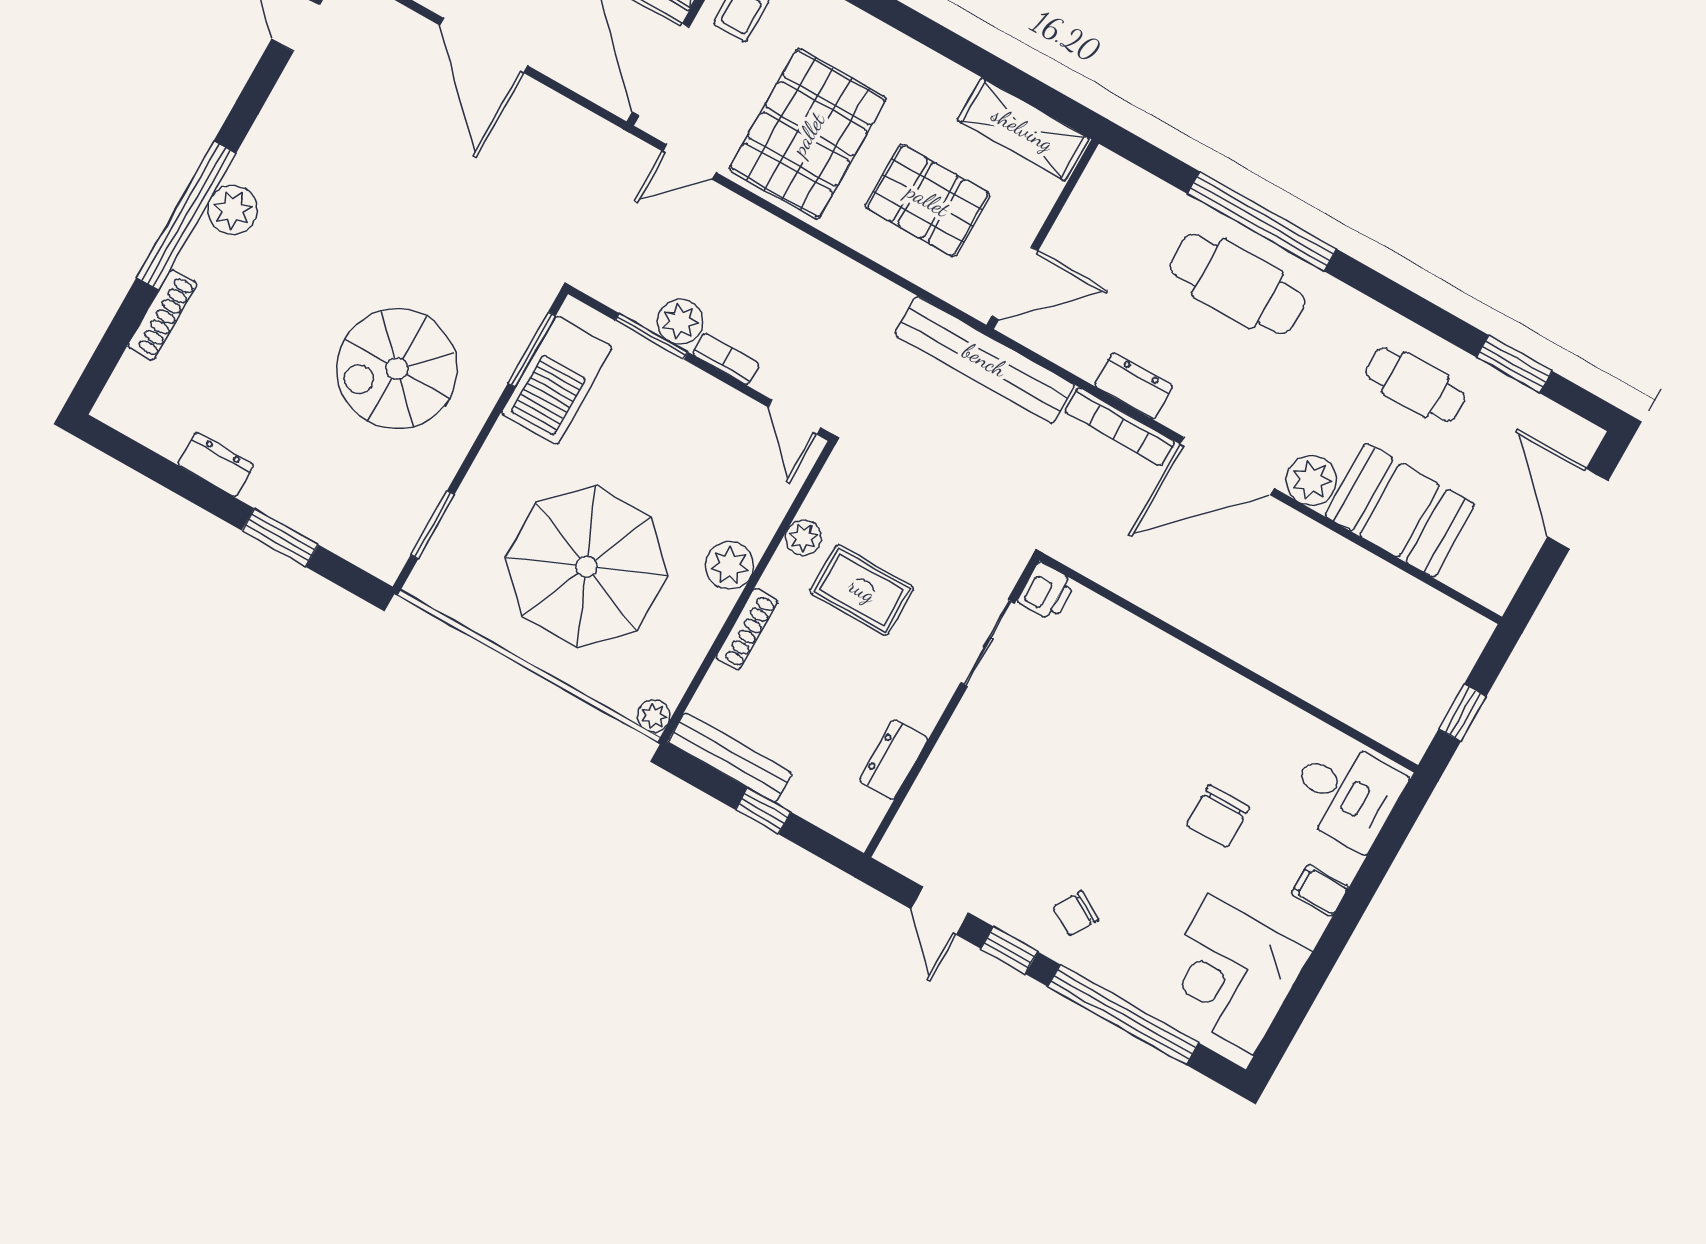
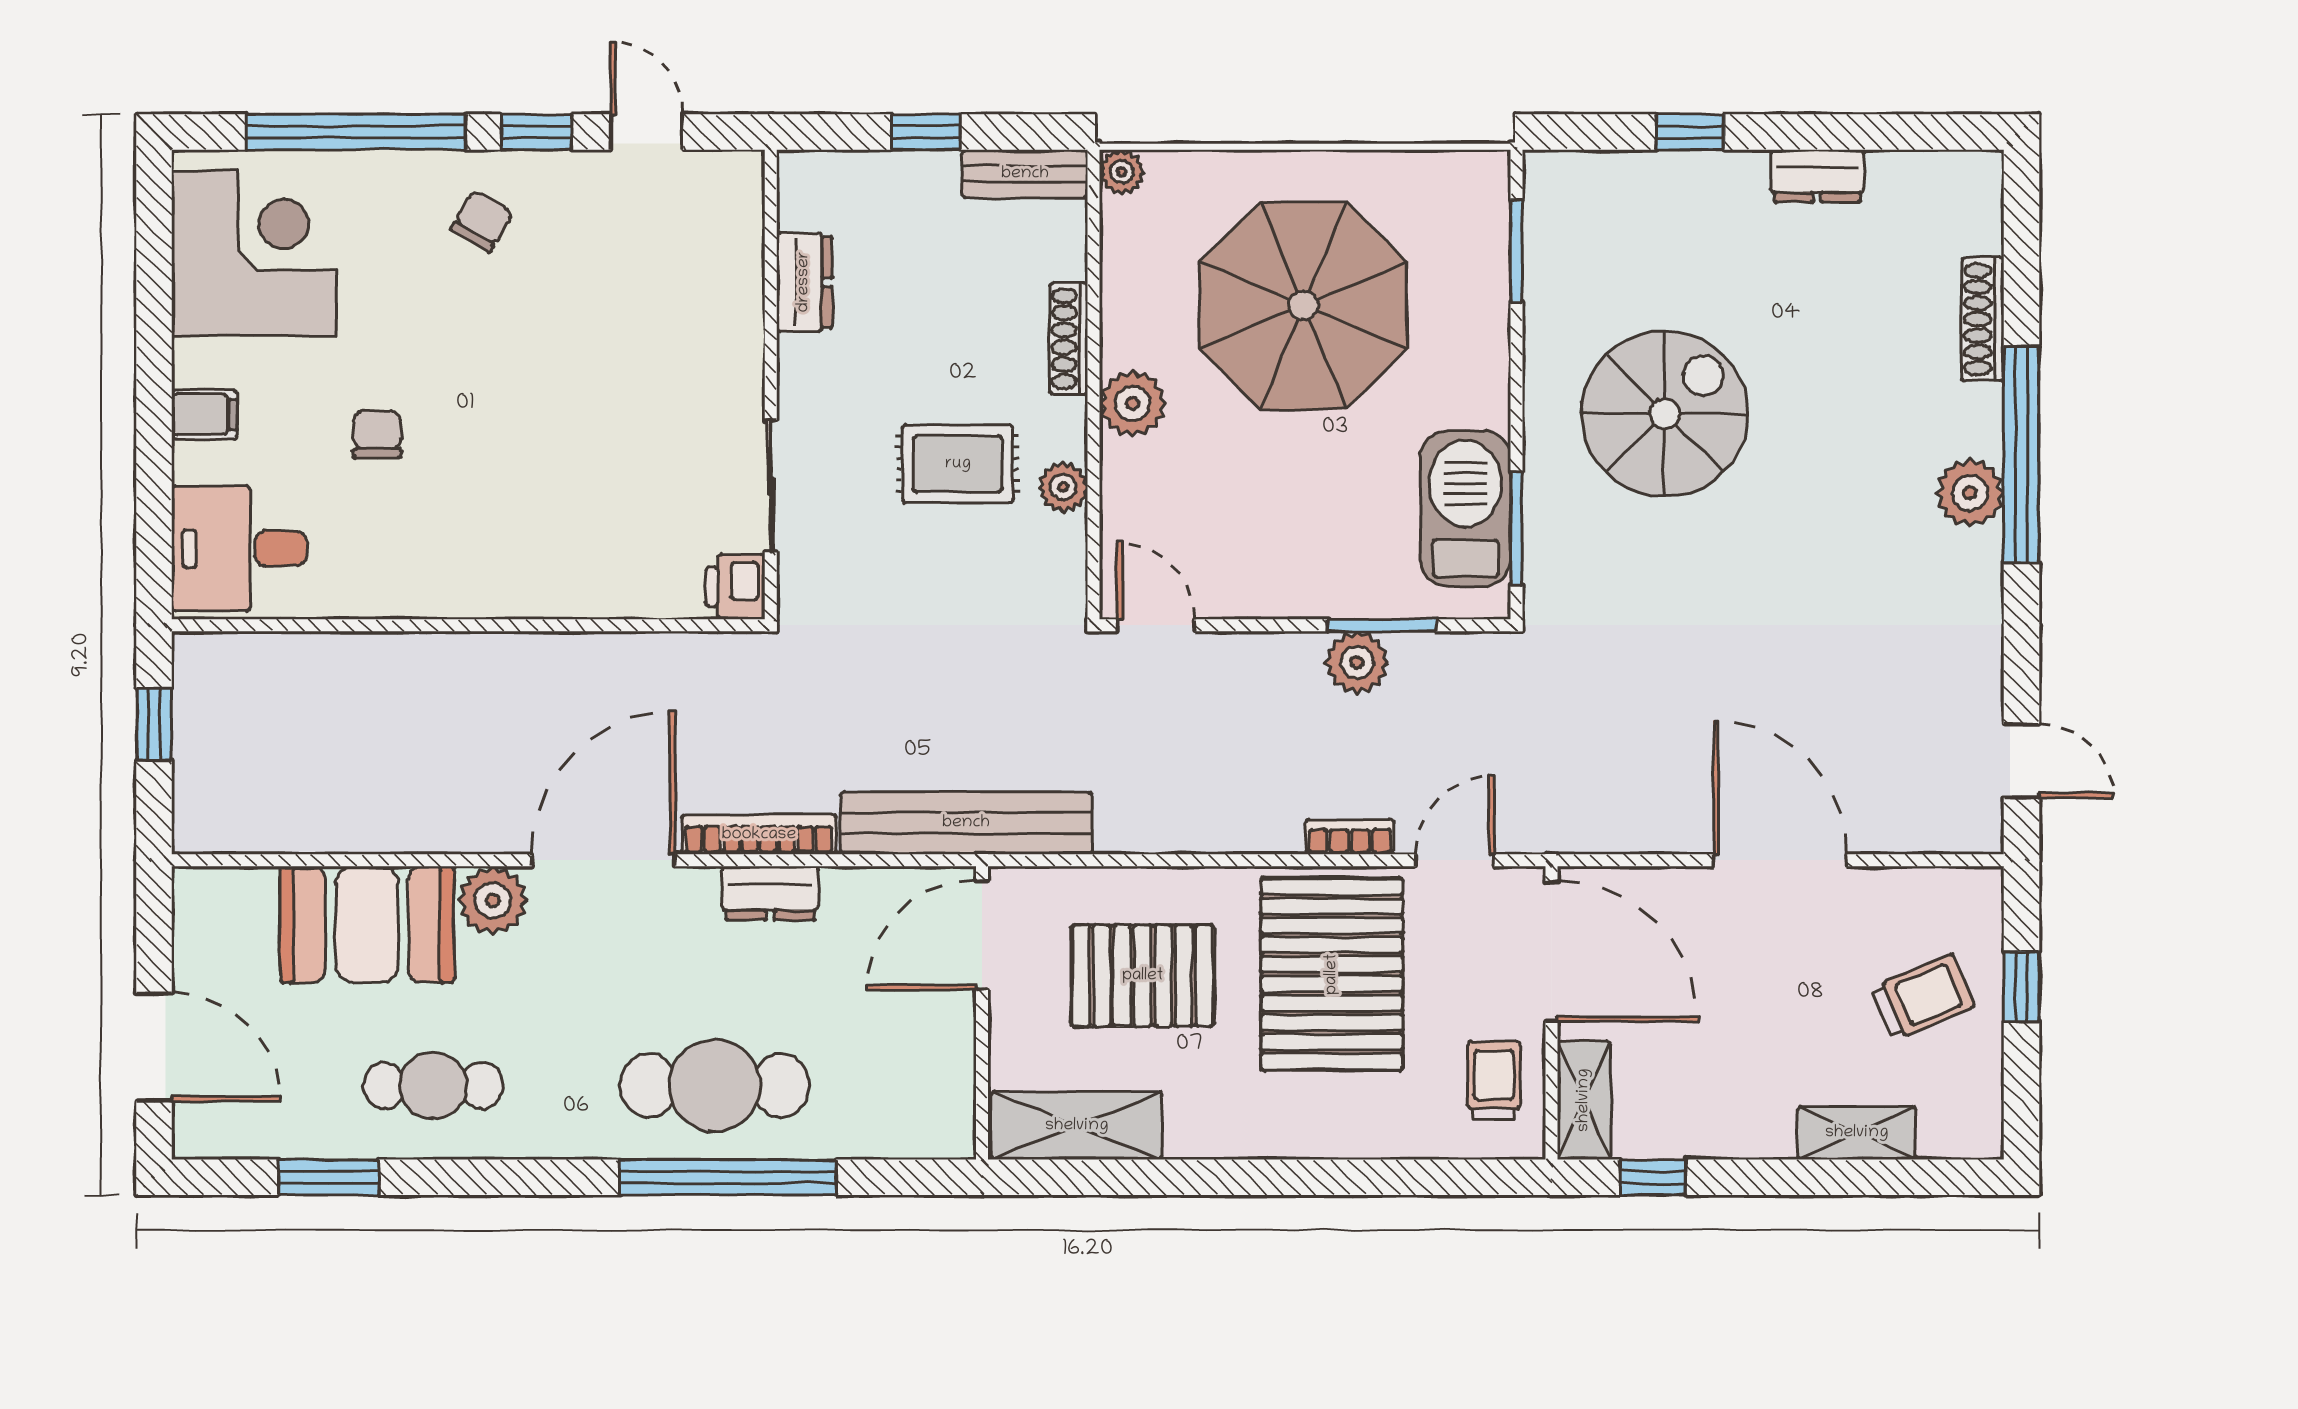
bookcase: (726, 359) -> (1350, 837), moved, turned 180
window: (280, 538) -> (1690, 132), width x0.67
bench: (730, 757) -> (1025, 174), width x0.73
chair: (1218, 816) -> (377, 434), width x0.73, depth x0.73

